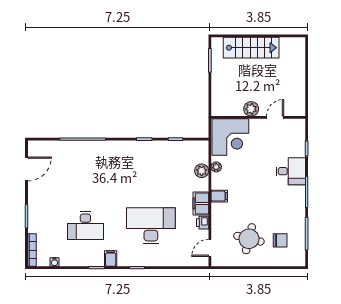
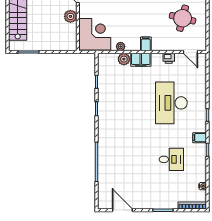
filing cabinet: (201, 203) -> (141, 60), moved
desk: (85, 226) -> (171, 159), width x0.73

